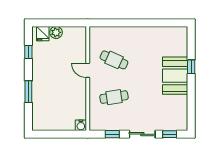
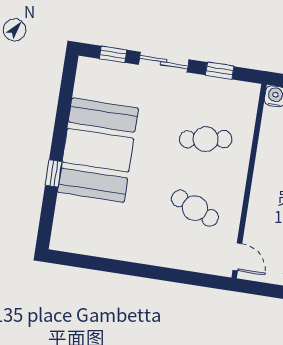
door: (88, 70) -> (237, 257), moved
booth: (175, 76) -> (98, 150), width x1.36, depth x1.42

